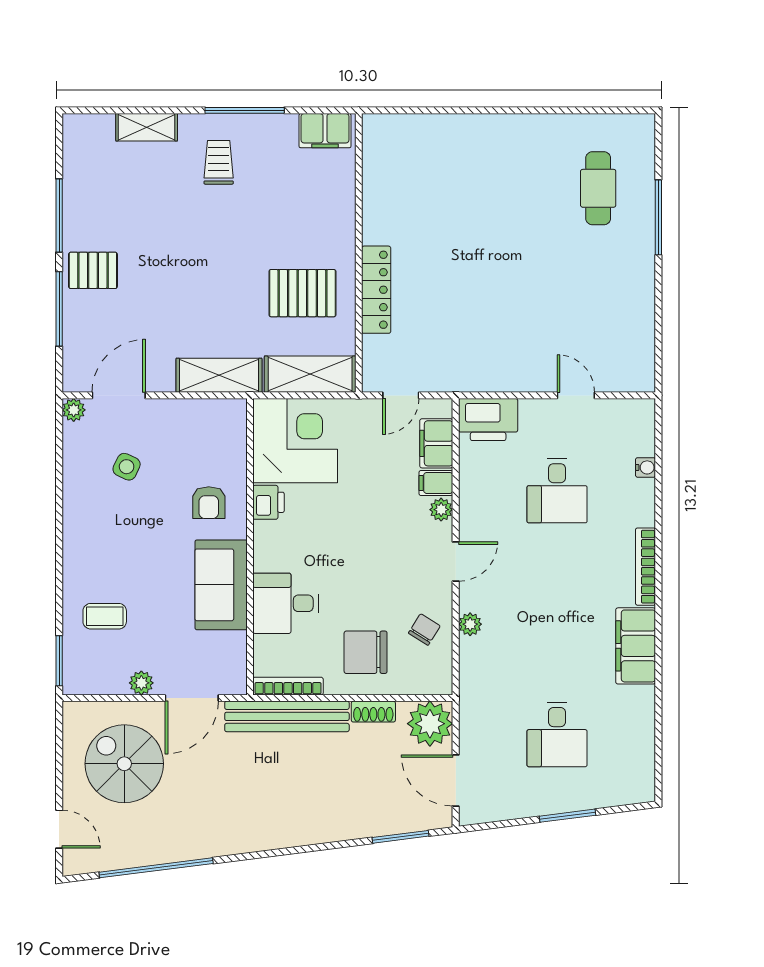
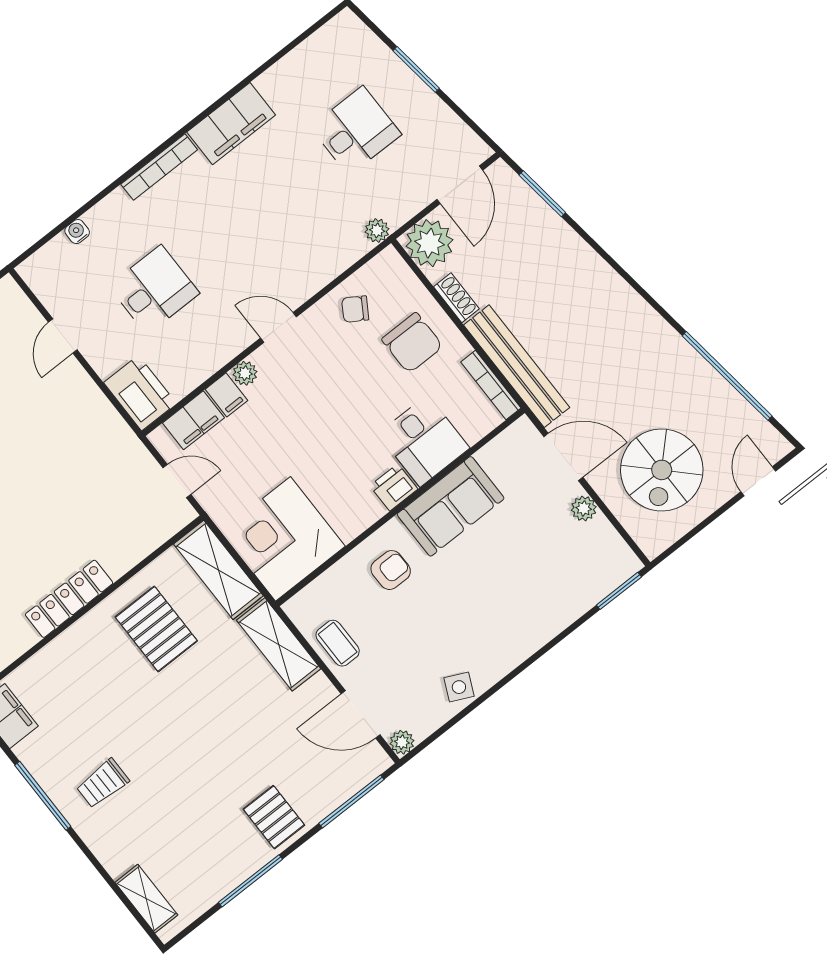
shelving: (147, 127) -> (146, 899), moved
locker: (376, 290) -> (69, 599), moved
window: (59, 309) -> (351, 801), moved
side table: (127, 467) -> (459, 687), moved
printer: (269, 502) -> (394, 487), moved
coffee table: (105, 616) -> (338, 643), moved
plant: (470, 624) -> (377, 230), moved

